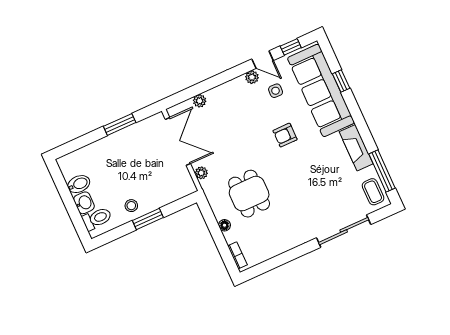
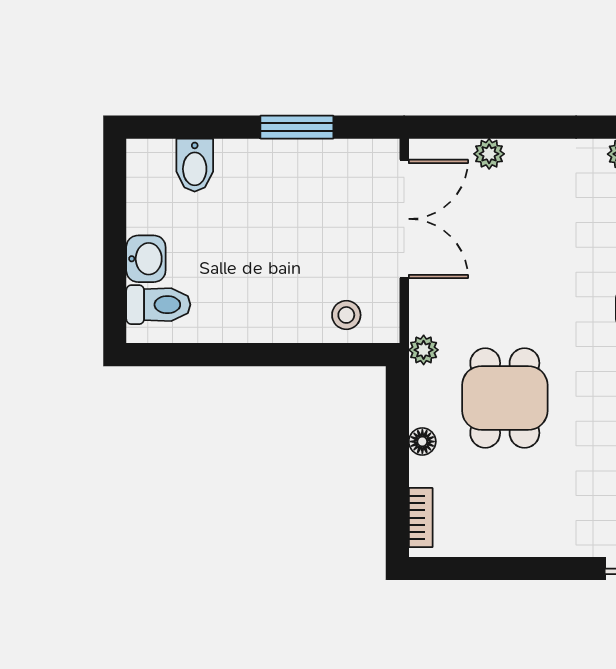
plant: (201, 173) -> (424, 350), moved
bidet: (79, 184) -> (195, 165), moved, turned 90
stool: (131, 206) -> (346, 315), moved
window: (148, 219) -> (266, 355), removed

